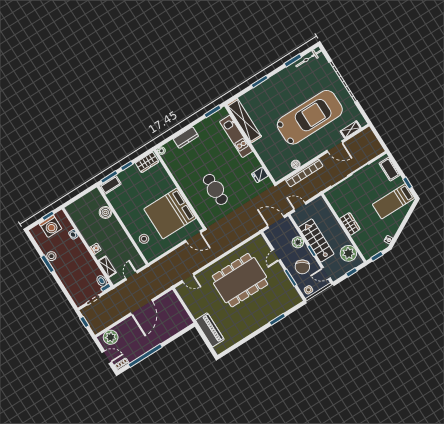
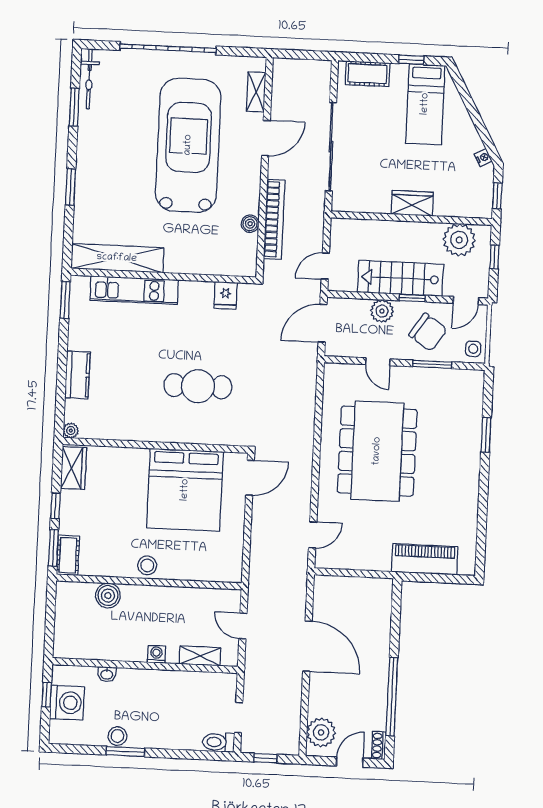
stool: (144, 239) -> (147, 565), moved
toilet: (103, 283) -> (218, 742), moved

